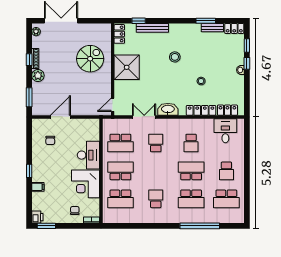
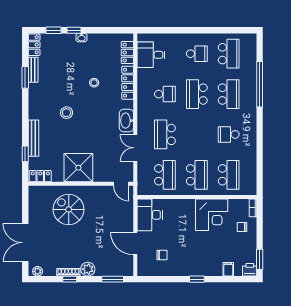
school desk: (156, 143) -> (165, 134), width x1.85
desk: (88, 155) -> (150, 215), moved, turned -90
school desk: (120, 171) -> (197, 175), turned 180
filing cabinet: (38, 187) -> (228, 269), moved

